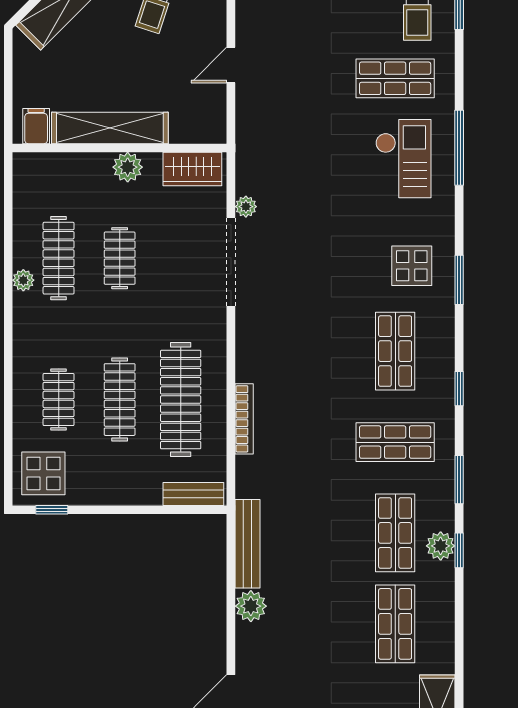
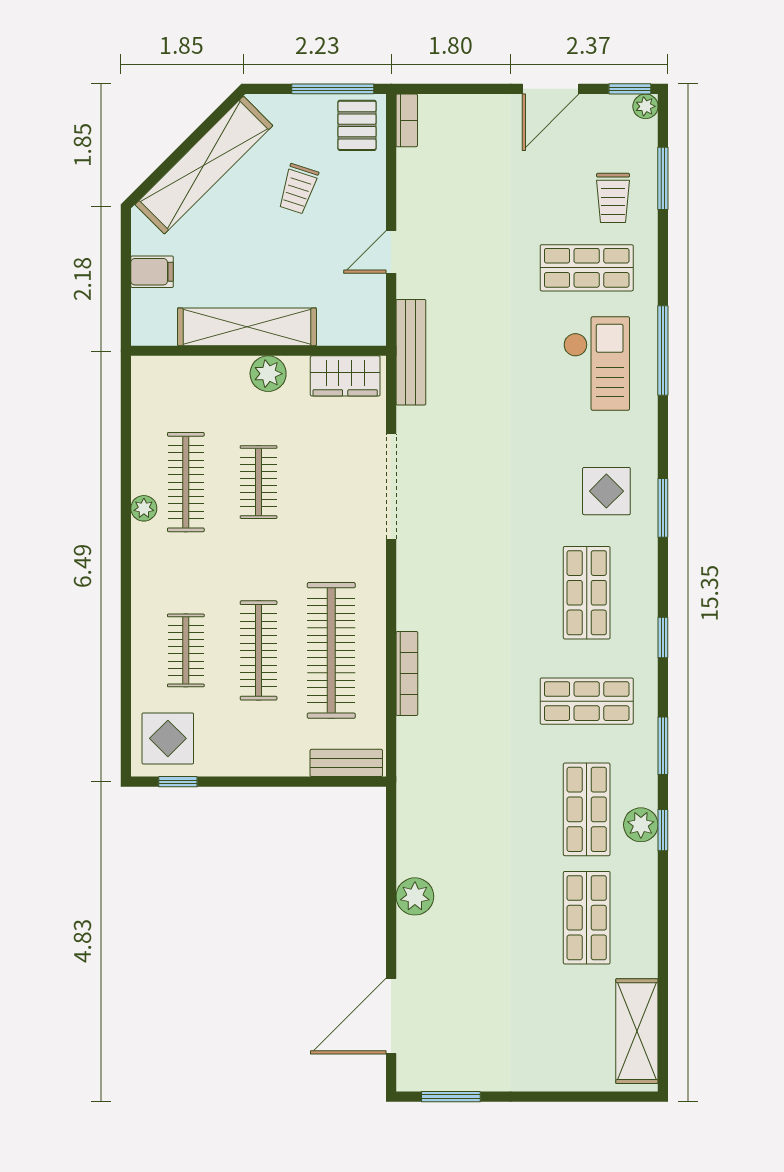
filing cabinet: (36, 126) -> (152, 272), moved, turned 90
plant: (246, 207) -> (409, 421), removed
bench: (248, 544) -> (411, 352), moved

